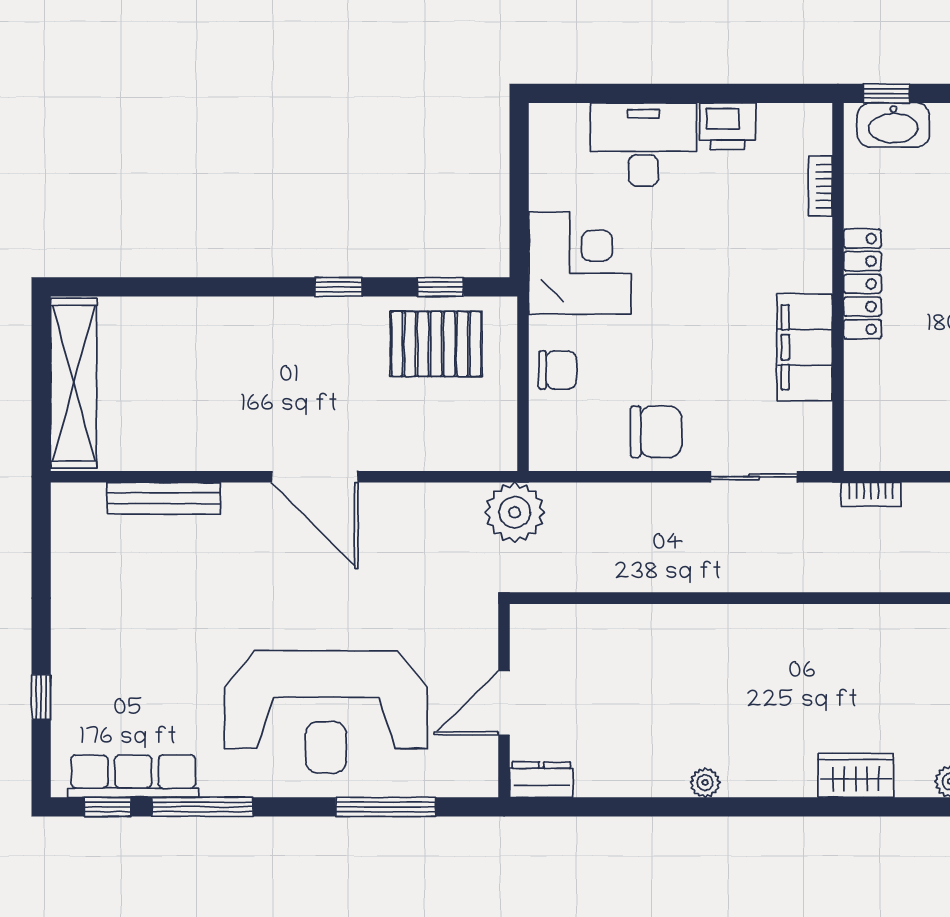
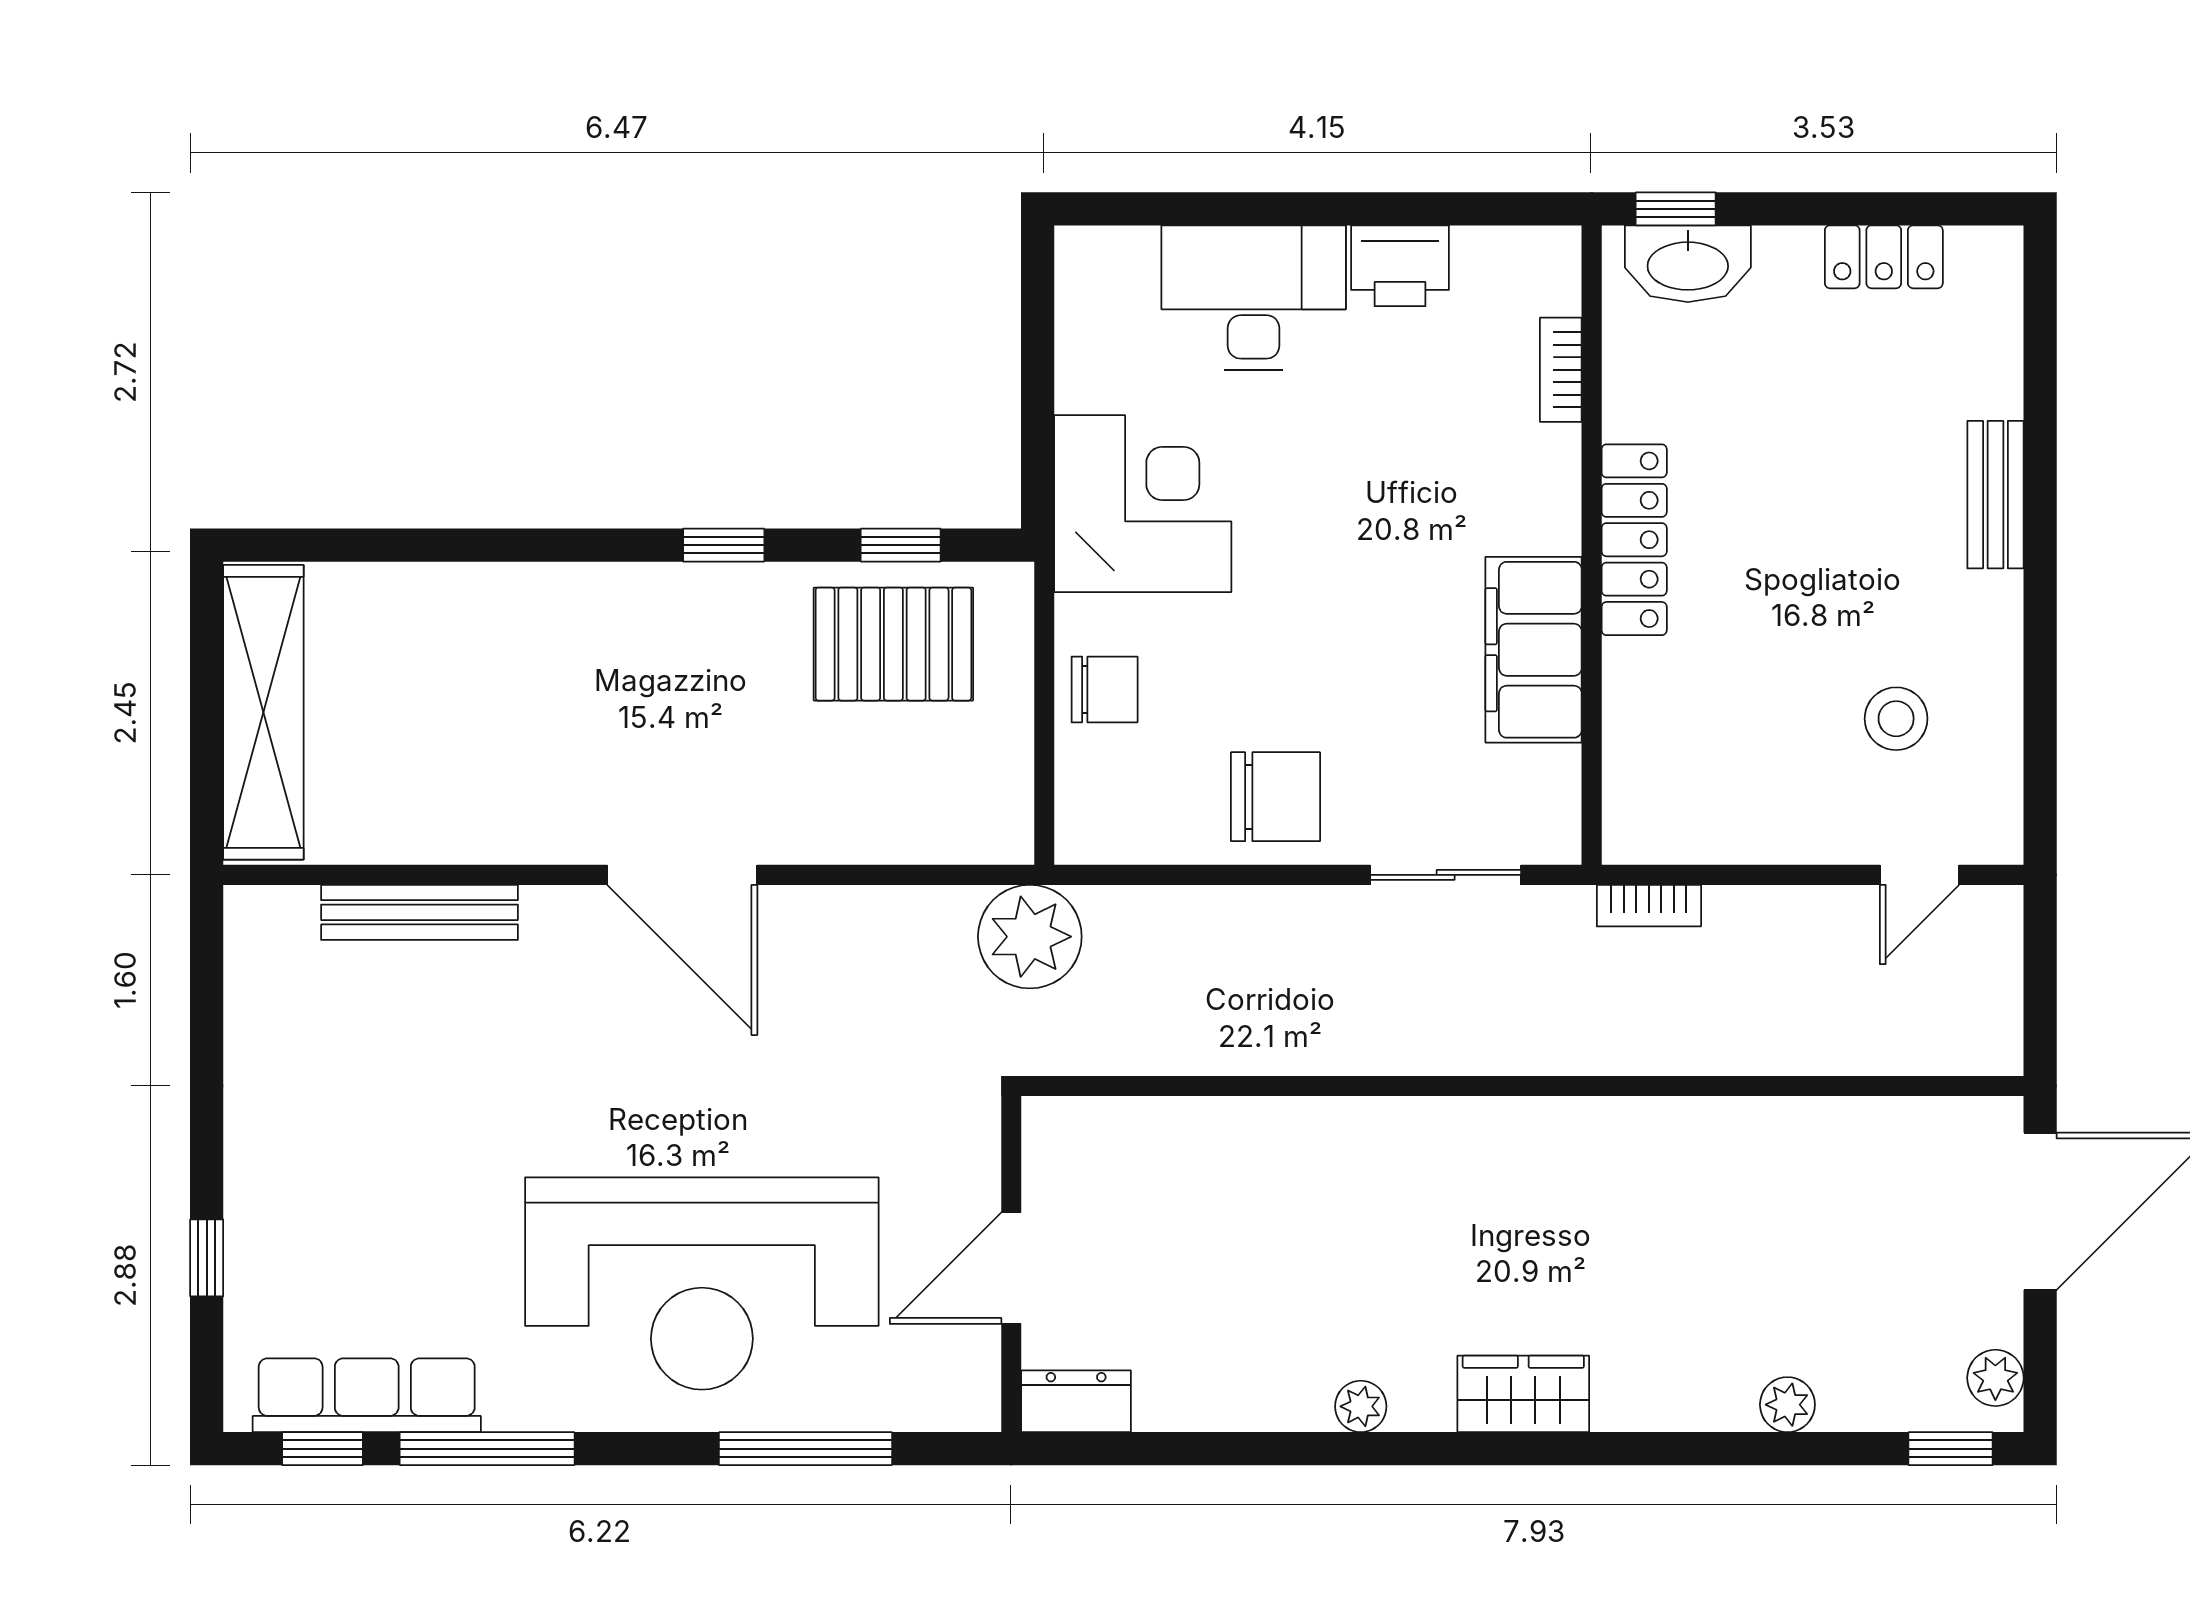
wardrobe: (856, 775) -> (1523, 1394), moved

